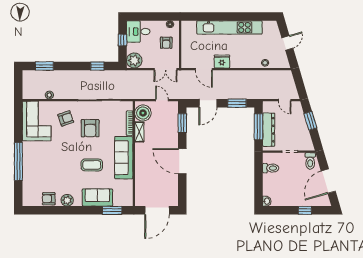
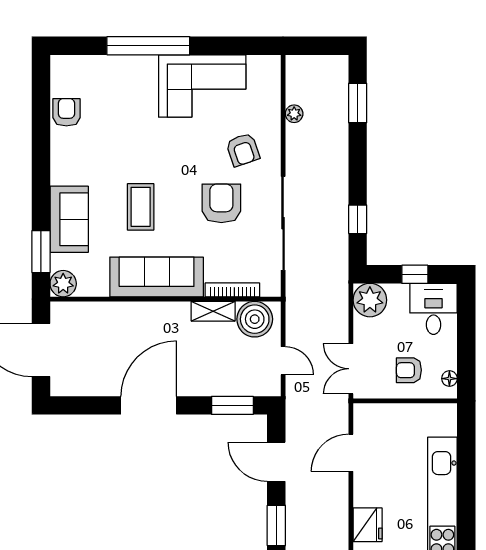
fridge: (222, 62) -> (368, 525), moved
door: (162, 100) -> (283, 361), hinge flipped
corner sofa: (37, 121) -> (202, 86), moved
armchair: (90, 128) -> (221, 203), turned 90
plant: (67, 200) -> (63, 284), moved

